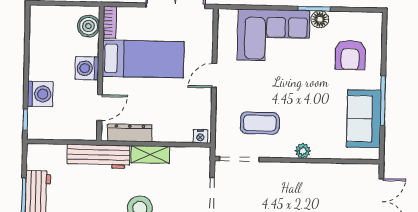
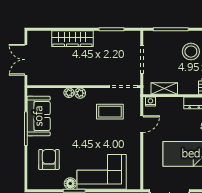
door: (214, 75) -> (142, 124), moved
plant: (319, 152) -> (69, 93), added
shelving: (150, 154) -> (164, 88), moved

